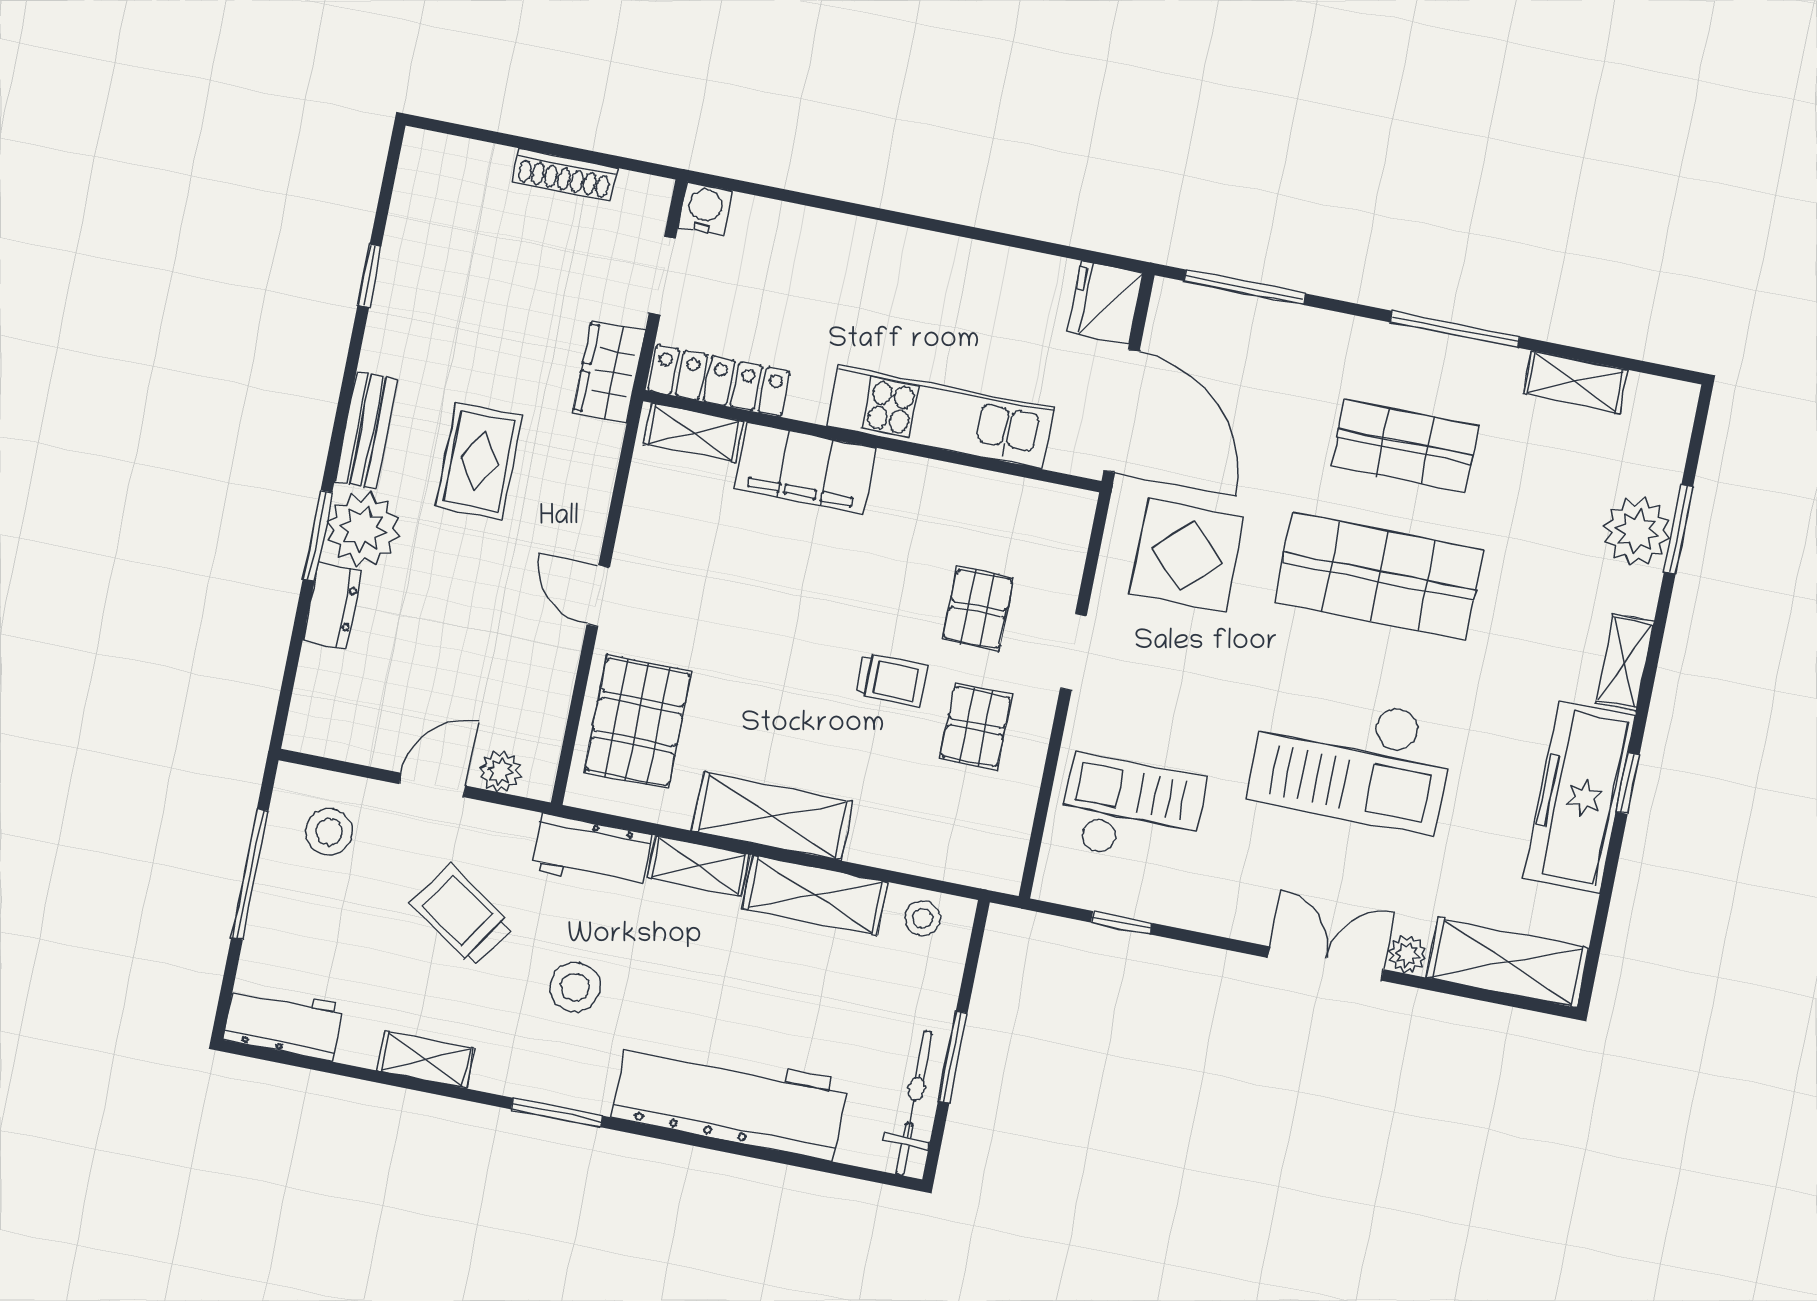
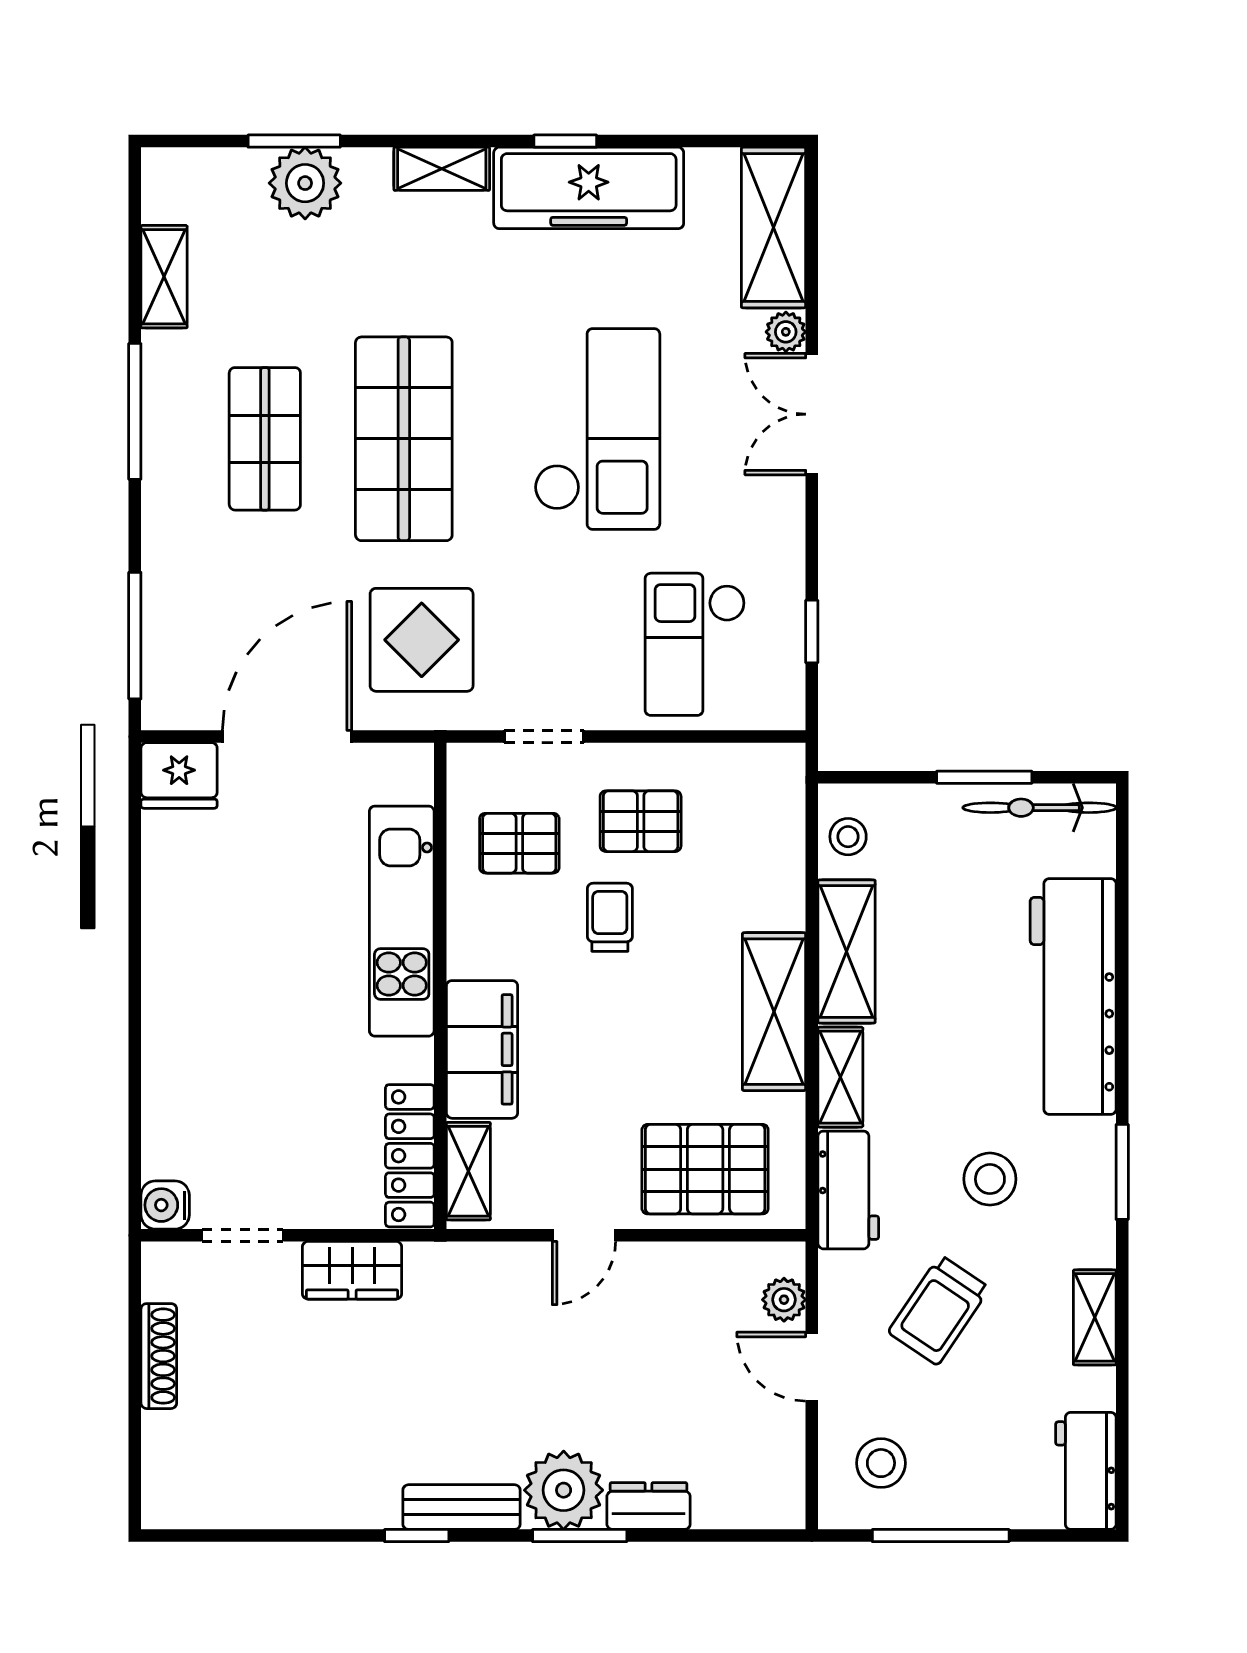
window: (369, 276) -> (417, 1536), moved
locker: (719, 381) -> (410, 1156), moved
kitchen unit: (940, 417) -> (402, 921), moved
shelving: (693, 433) -> (468, 1171), moved
wall: (872, 441) -> (440, 986), moved
rug: (479, 461) -> (470, 1385), removed
filing cabinet: (805, 468) -> (482, 1049), moved

